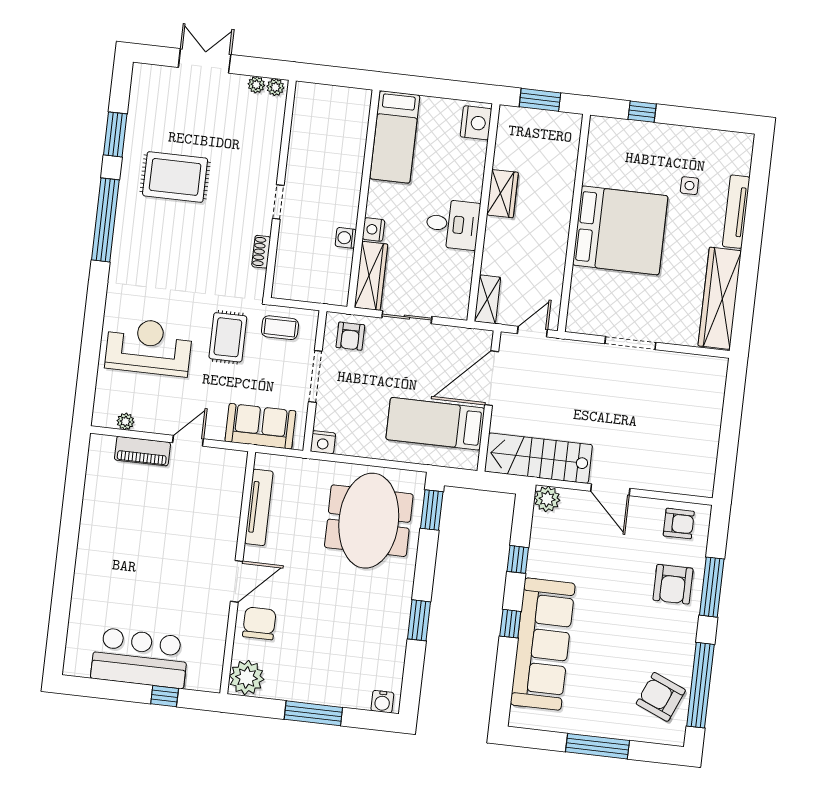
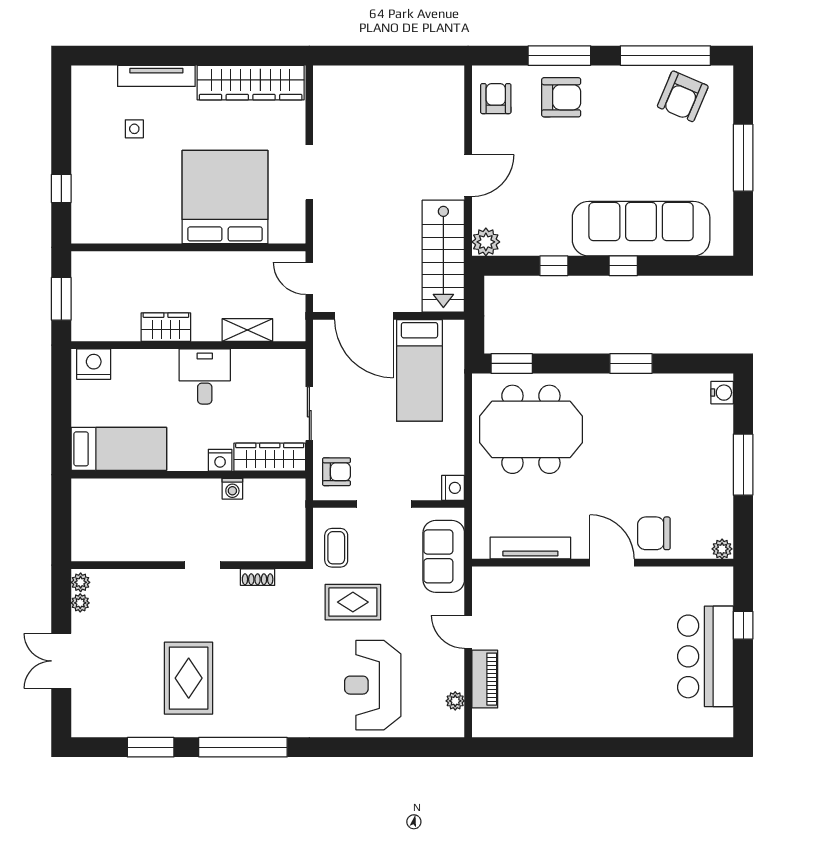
bed: (620, 230) -> (225, 197), moved
shelving: (487, 299) -> (247, 330), moved
plant: (247, 678) -> (722, 549), width x0.53, depth x0.53

